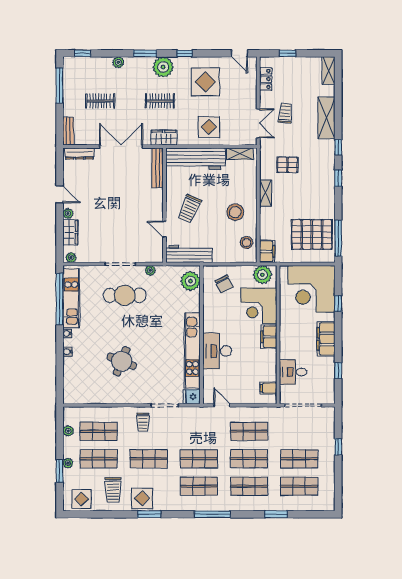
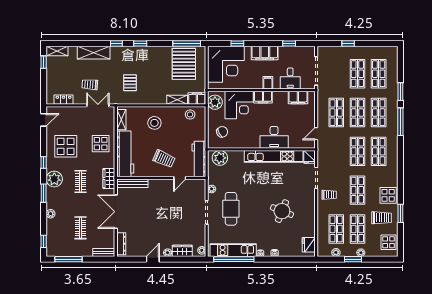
window: (288, 53) -> (44, 62), moved
shelving: (266, 193) -> (177, 100), moved
stool: (235, 212) -> (154, 123), moved
filing cabinet: (288, 343) -> (268, 83), added
filing cabinet: (268, 388) -> (298, 97), width x2.00
fridge: (78, 396) -> (309, 245), added
window: (60, 471) -> (353, 259), moved
window: (149, 514) -> (400, 213), moved
window: (213, 514) -> (400, 122), moved

